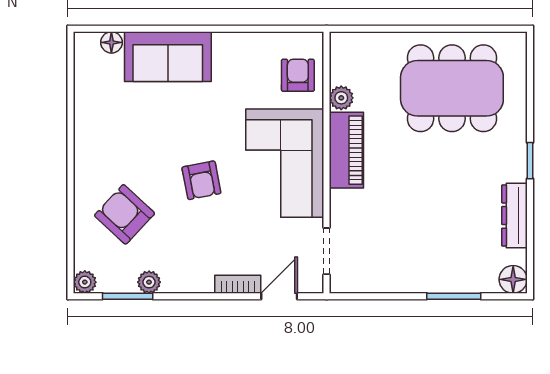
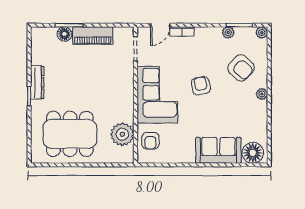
floor lamp: (111, 42) -> (253, 153), width x1.89, depth x1.89
plant: (341, 98) -> (122, 134), width x1.87, depth x1.87
piano: (346, 150) -> (93, 36), moved, turned -90
plant: (84, 165) -> (262, 94), added
dresser: (514, 216) -> (37, 82), moved
floor lamp: (513, 279) -> (64, 34), moved

